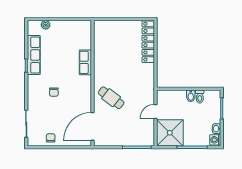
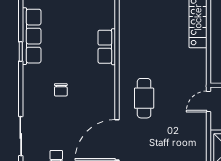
cafe table: (111, 98) -> (144, 98), turned 53
door: (155, 112) -> (208, 102), moved

